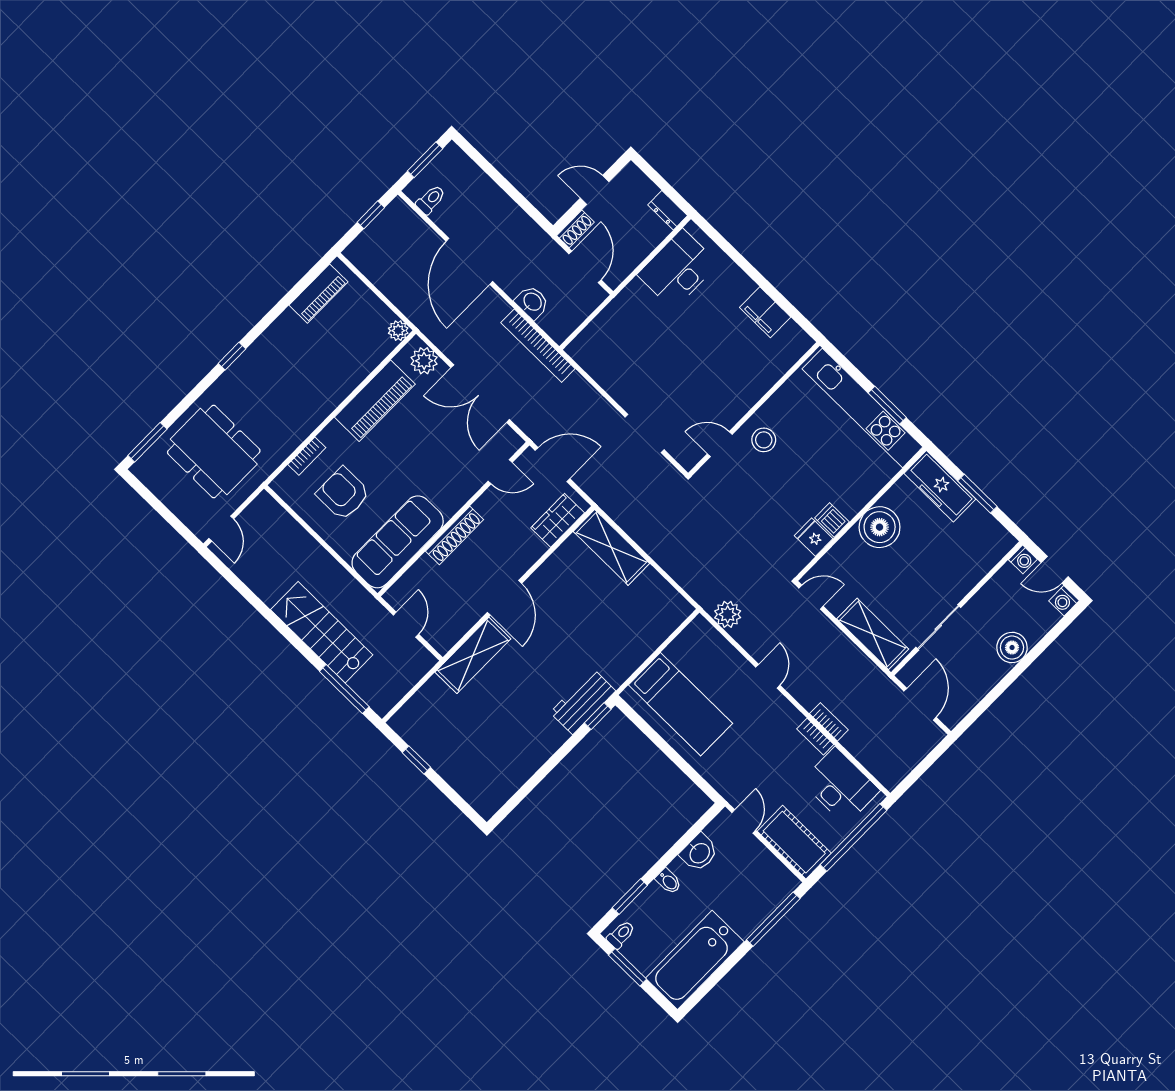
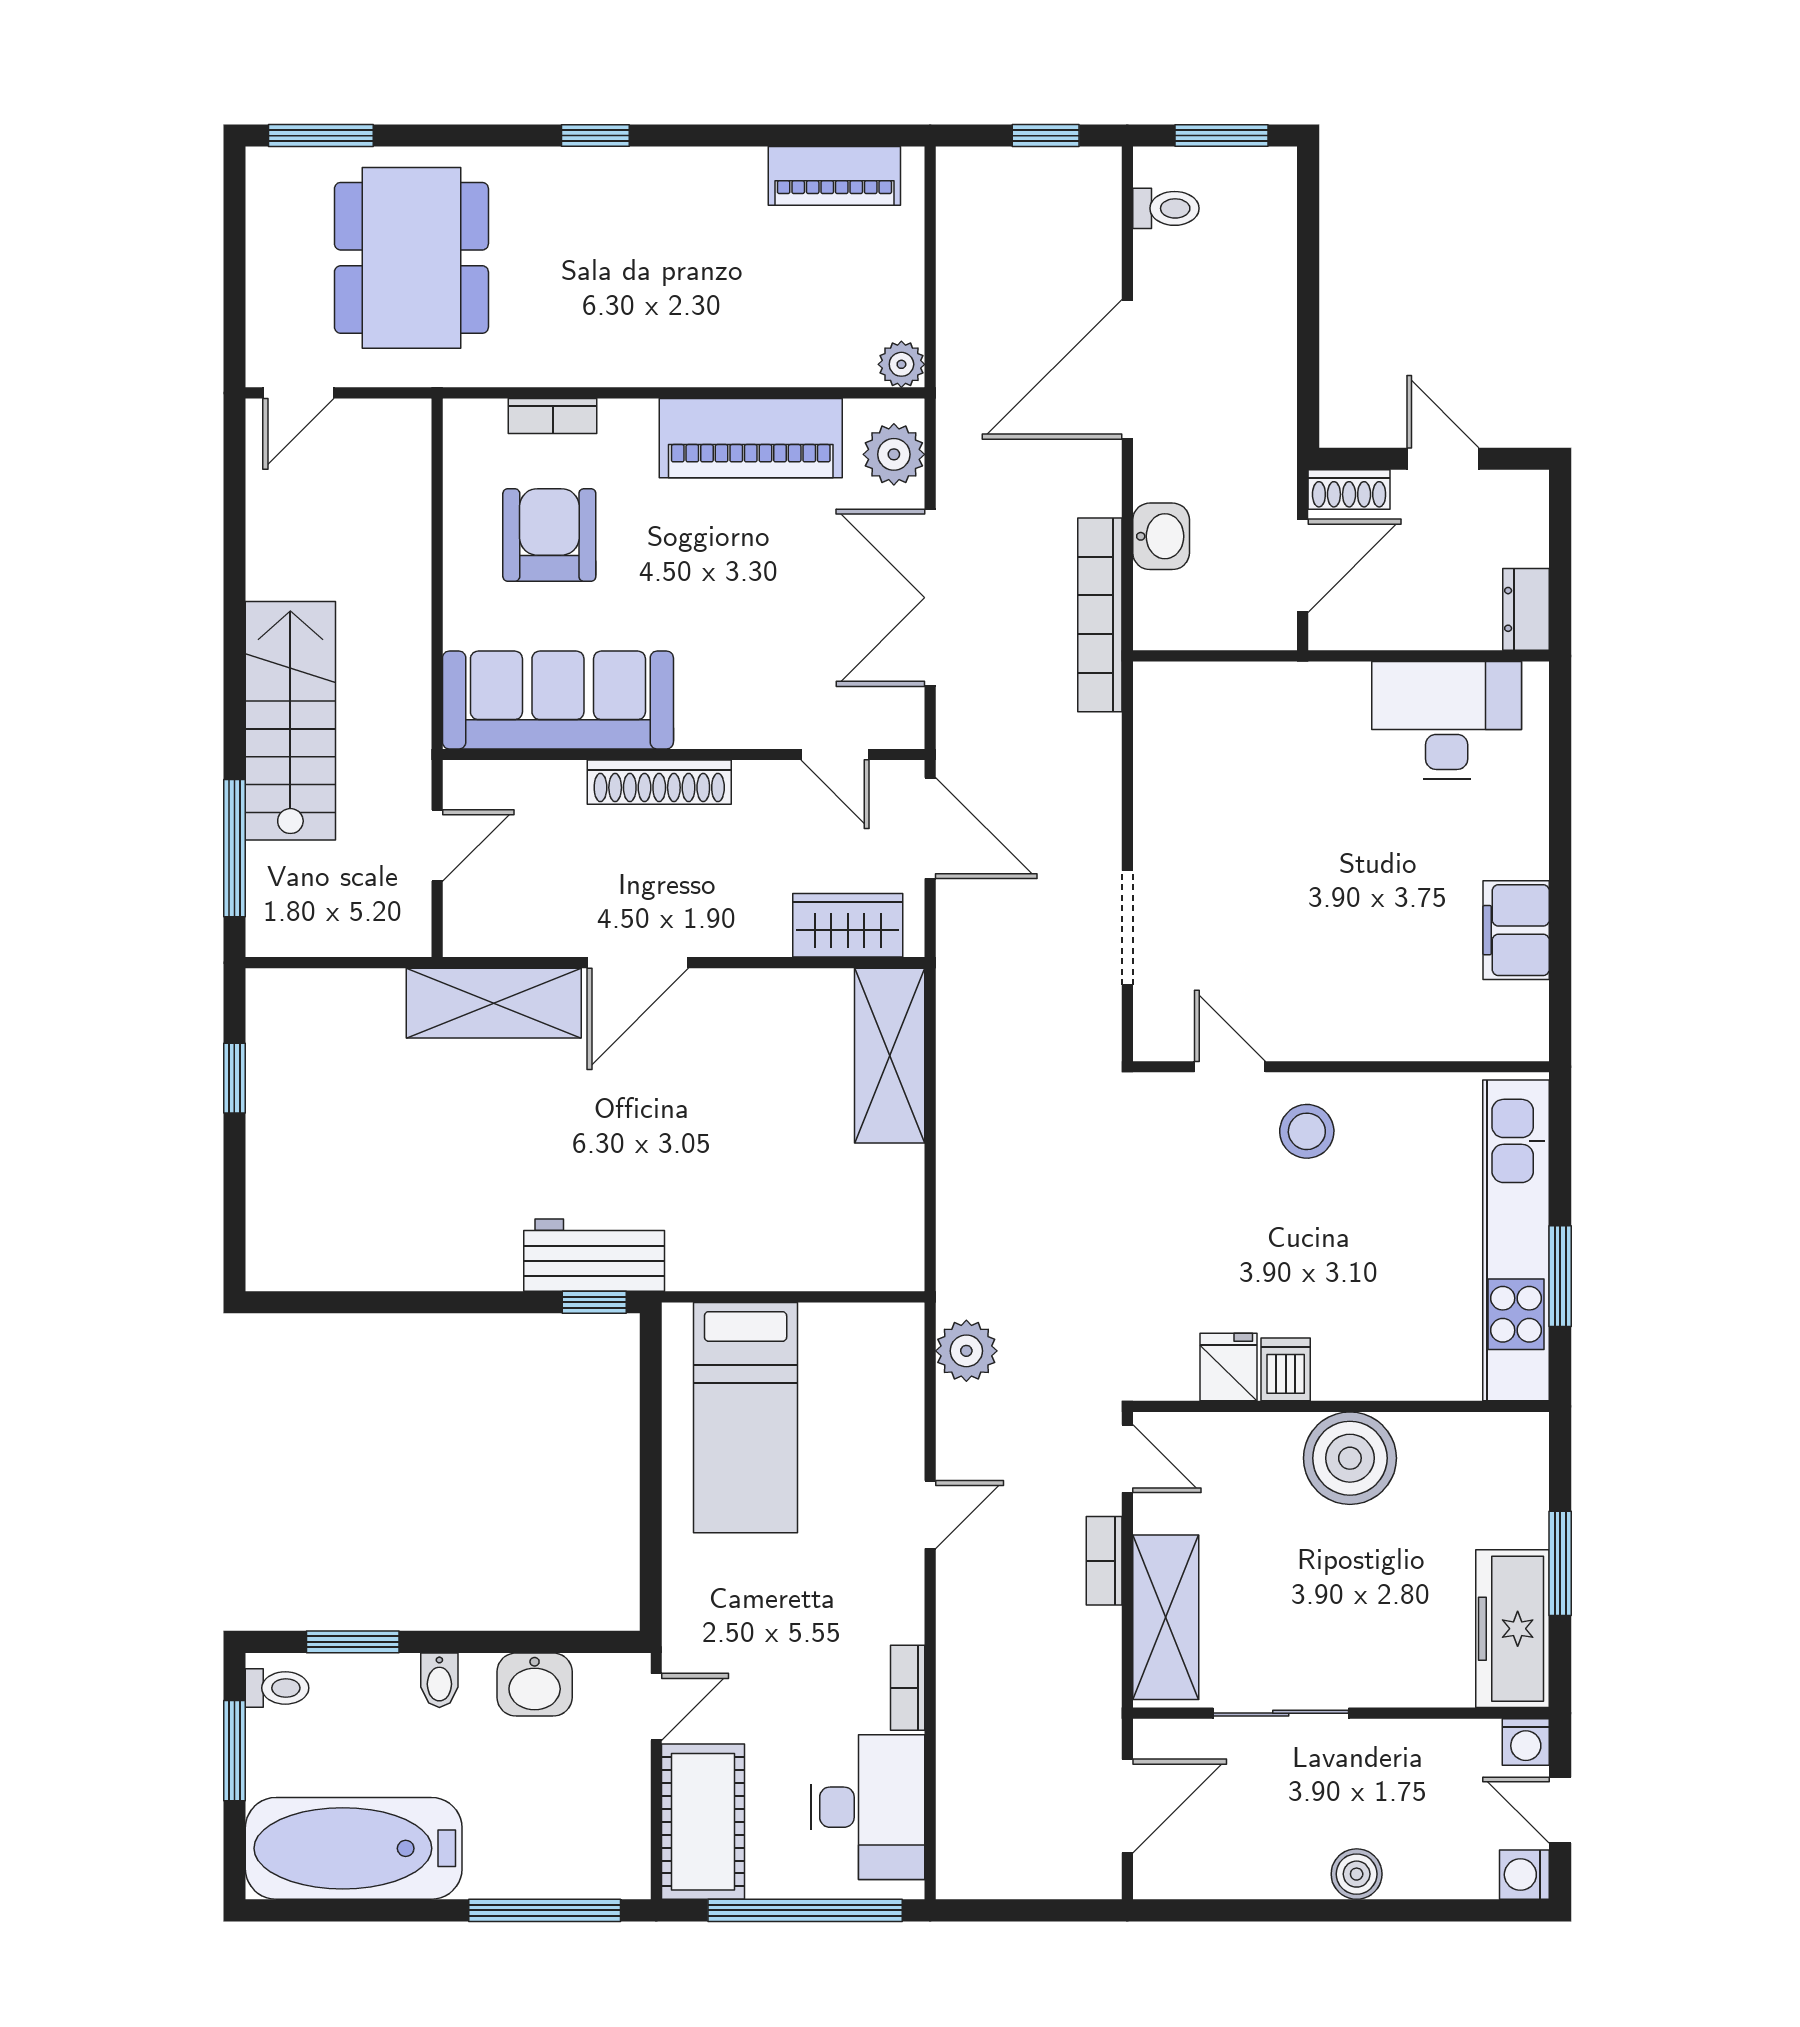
freezer: (940, 486) -> (1512, 1629), moved
boiler: (1012, 648) -> (1357, 1874), width x0.73, depth x0.73
bookcase: (829, 722) -> (1104, 1561), moved, turned 180

